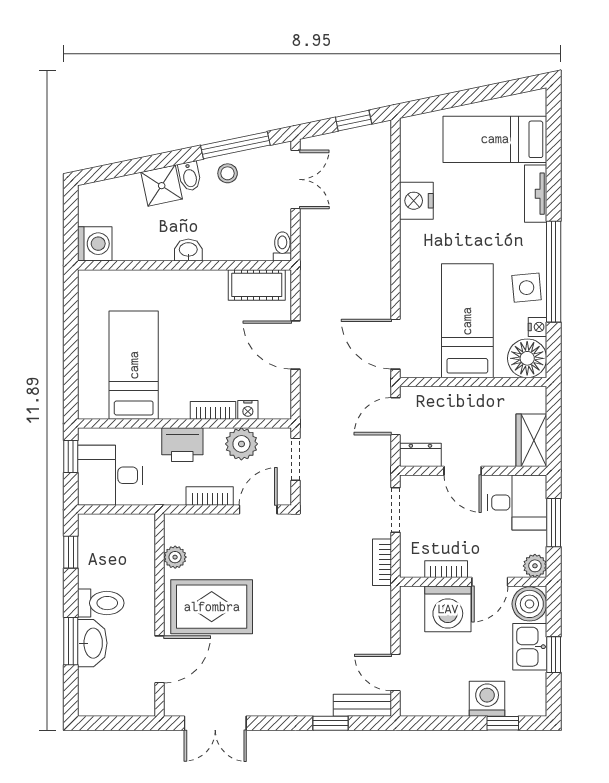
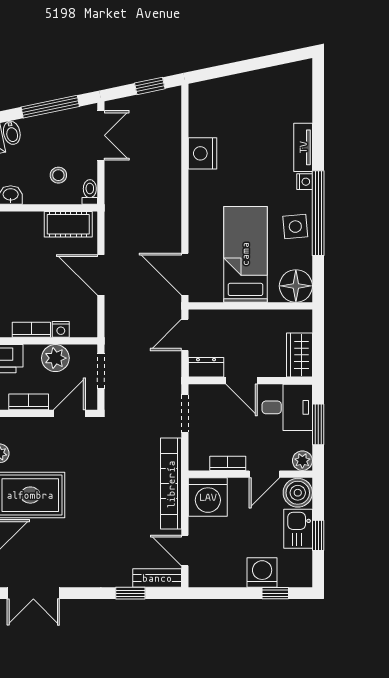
bed: (495, 139) -> (269, 102), removed
stool: (228, 173) -> (58, 175), moved
nightstand: (538, 327) -> (305, 182), moved
bookcase: (382, 562) -> (171, 484), width x2.31, depth x1.31
washing machine: (448, 609) -> (208, 497), moved

